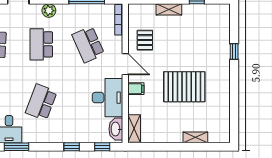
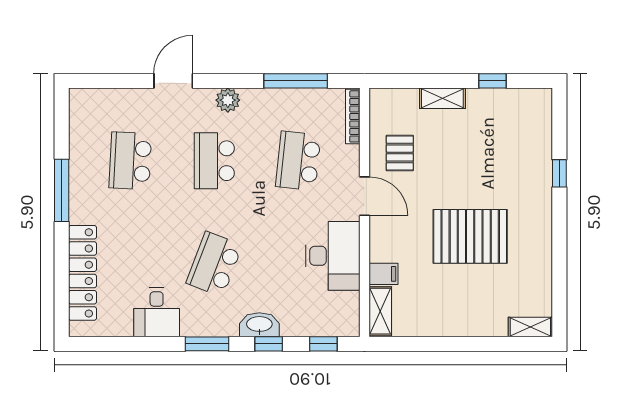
school desk: (88, 44) -> (298, 161), turned 30
filing cabinet: (136, 89) -> (384, 274), moved
washbasin: (116, 129) -> (259, 325), moved, turned 90
shelving: (195, 137) -> (530, 327), moved
window: (17, 147) -> (207, 344), moved

